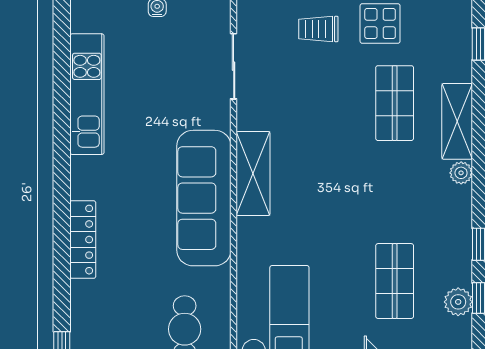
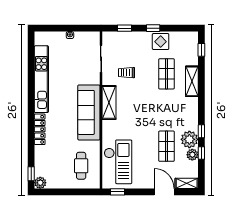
trolley: (318, 29) -> (126, 73), moved
kitchen unit: (87, 94) -> (41, 79), width x1.36
plant: (461, 173) -> (189, 139), moved, width x1.87, depth x1.87

